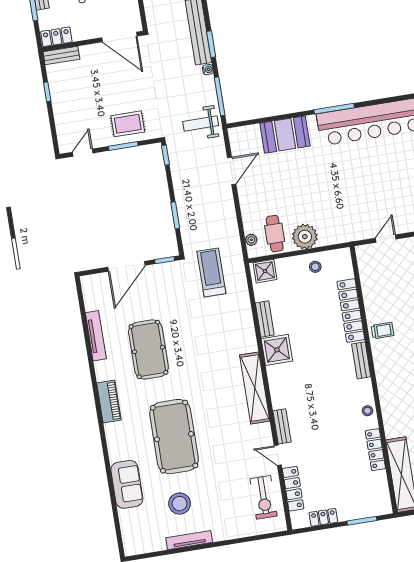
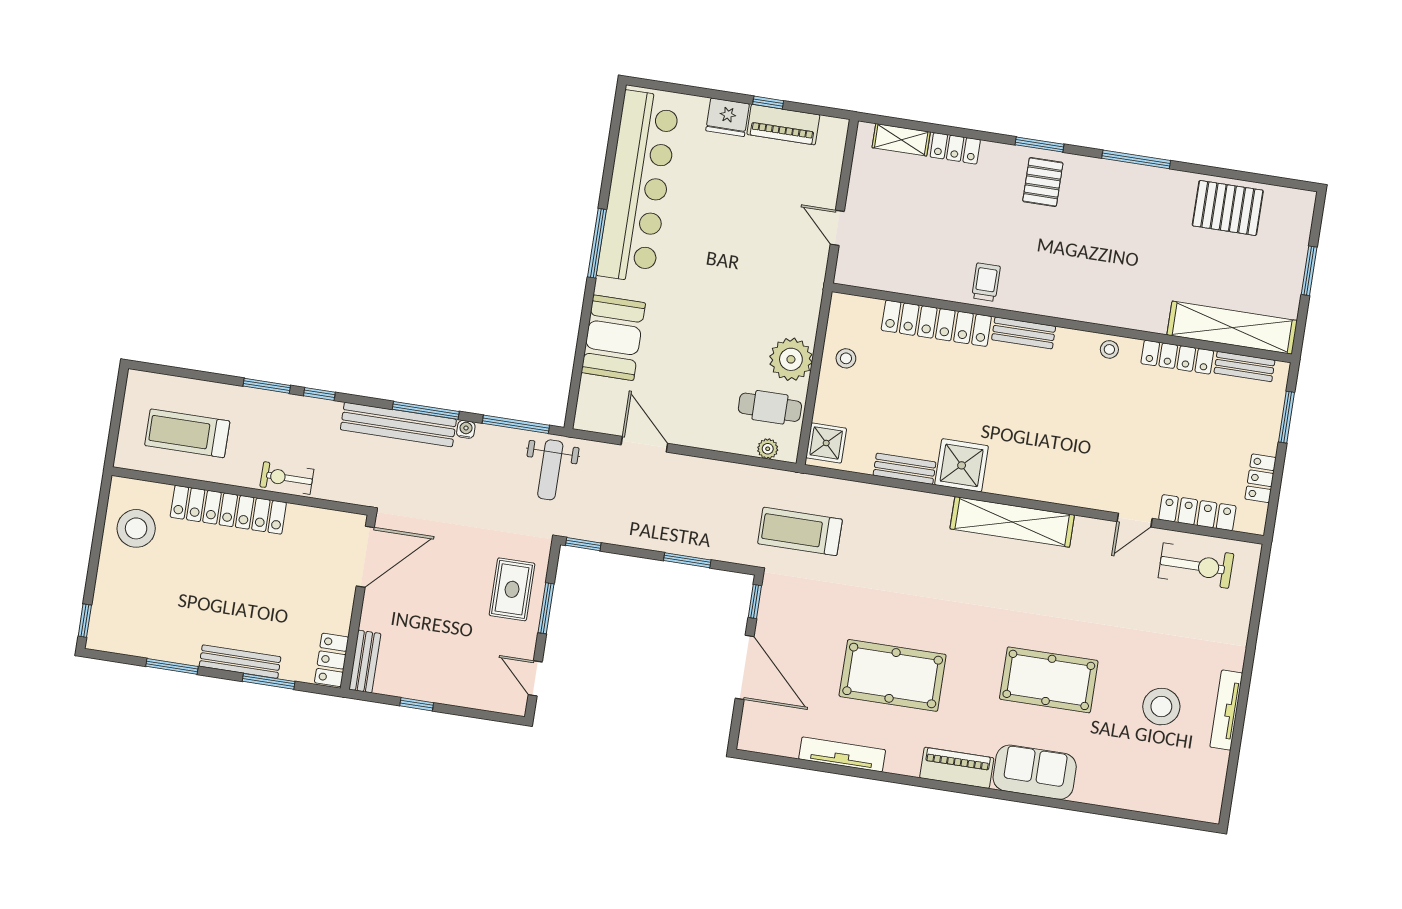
window: (211, 44) -> (426, 410), width x1.44
bench: (282, 426) -> (1244, 367), moved
pool table: (174, 437) -> (1049, 680), width x0.73, depth x0.76
sofa: (127, 484) -> (1035, 772), moved

